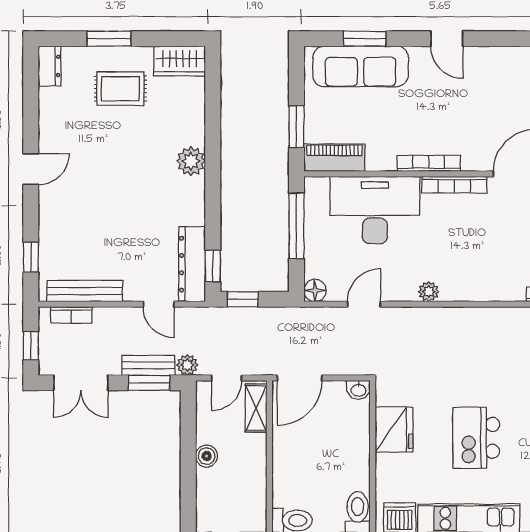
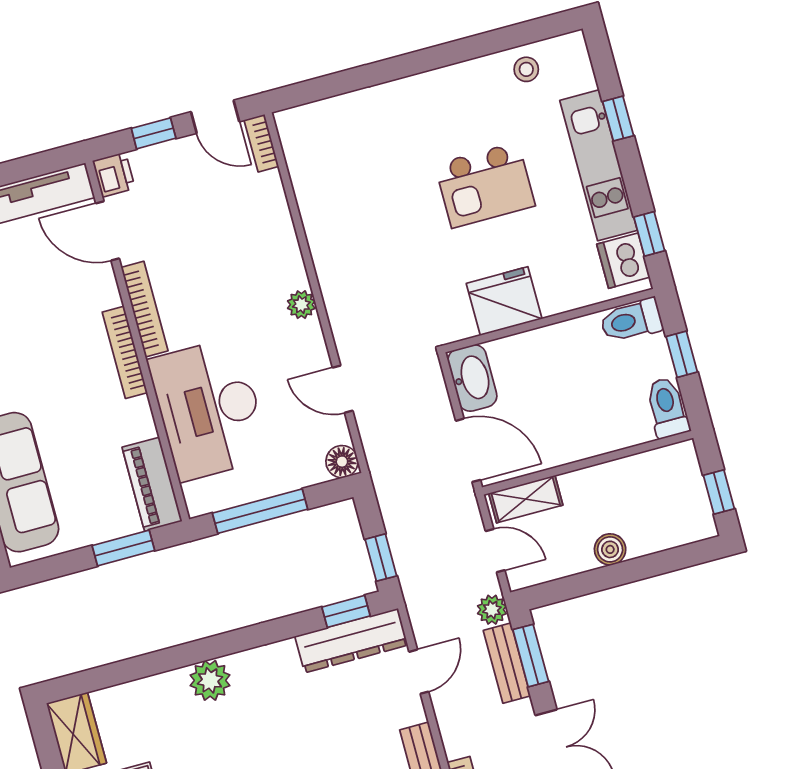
washbasin: (358, 390) -> (472, 378), width x1.91, depth x1.45

